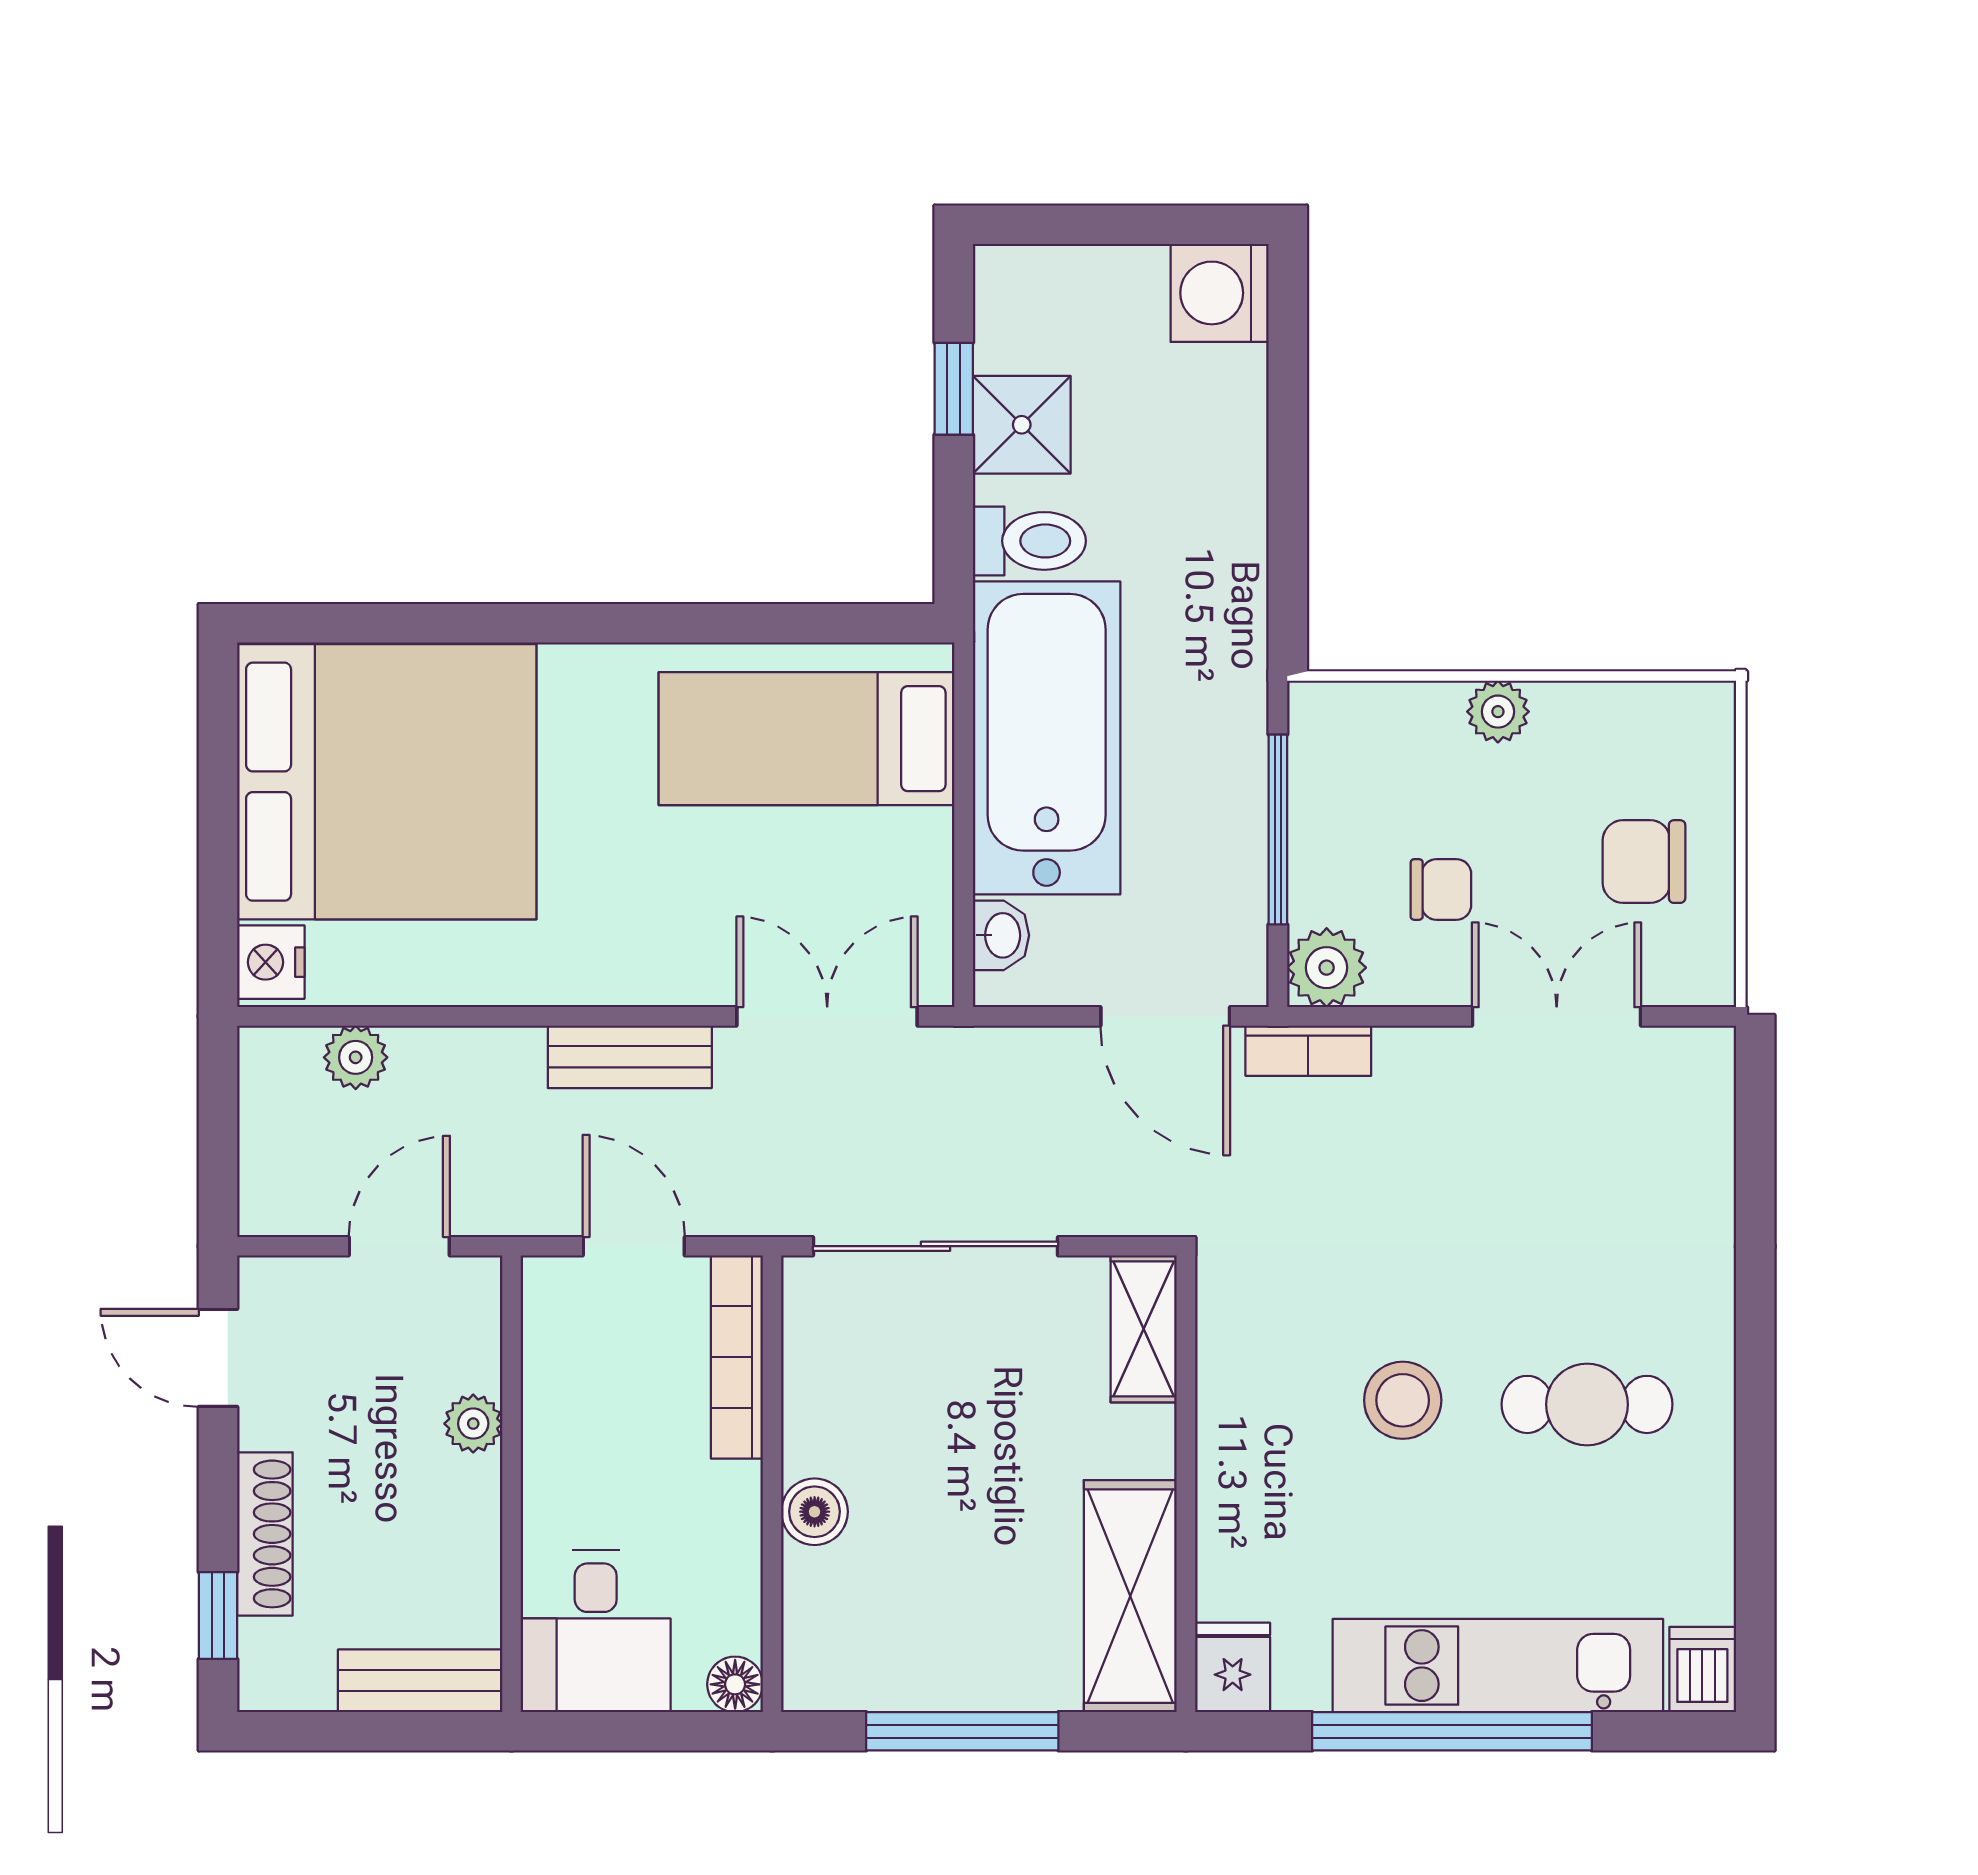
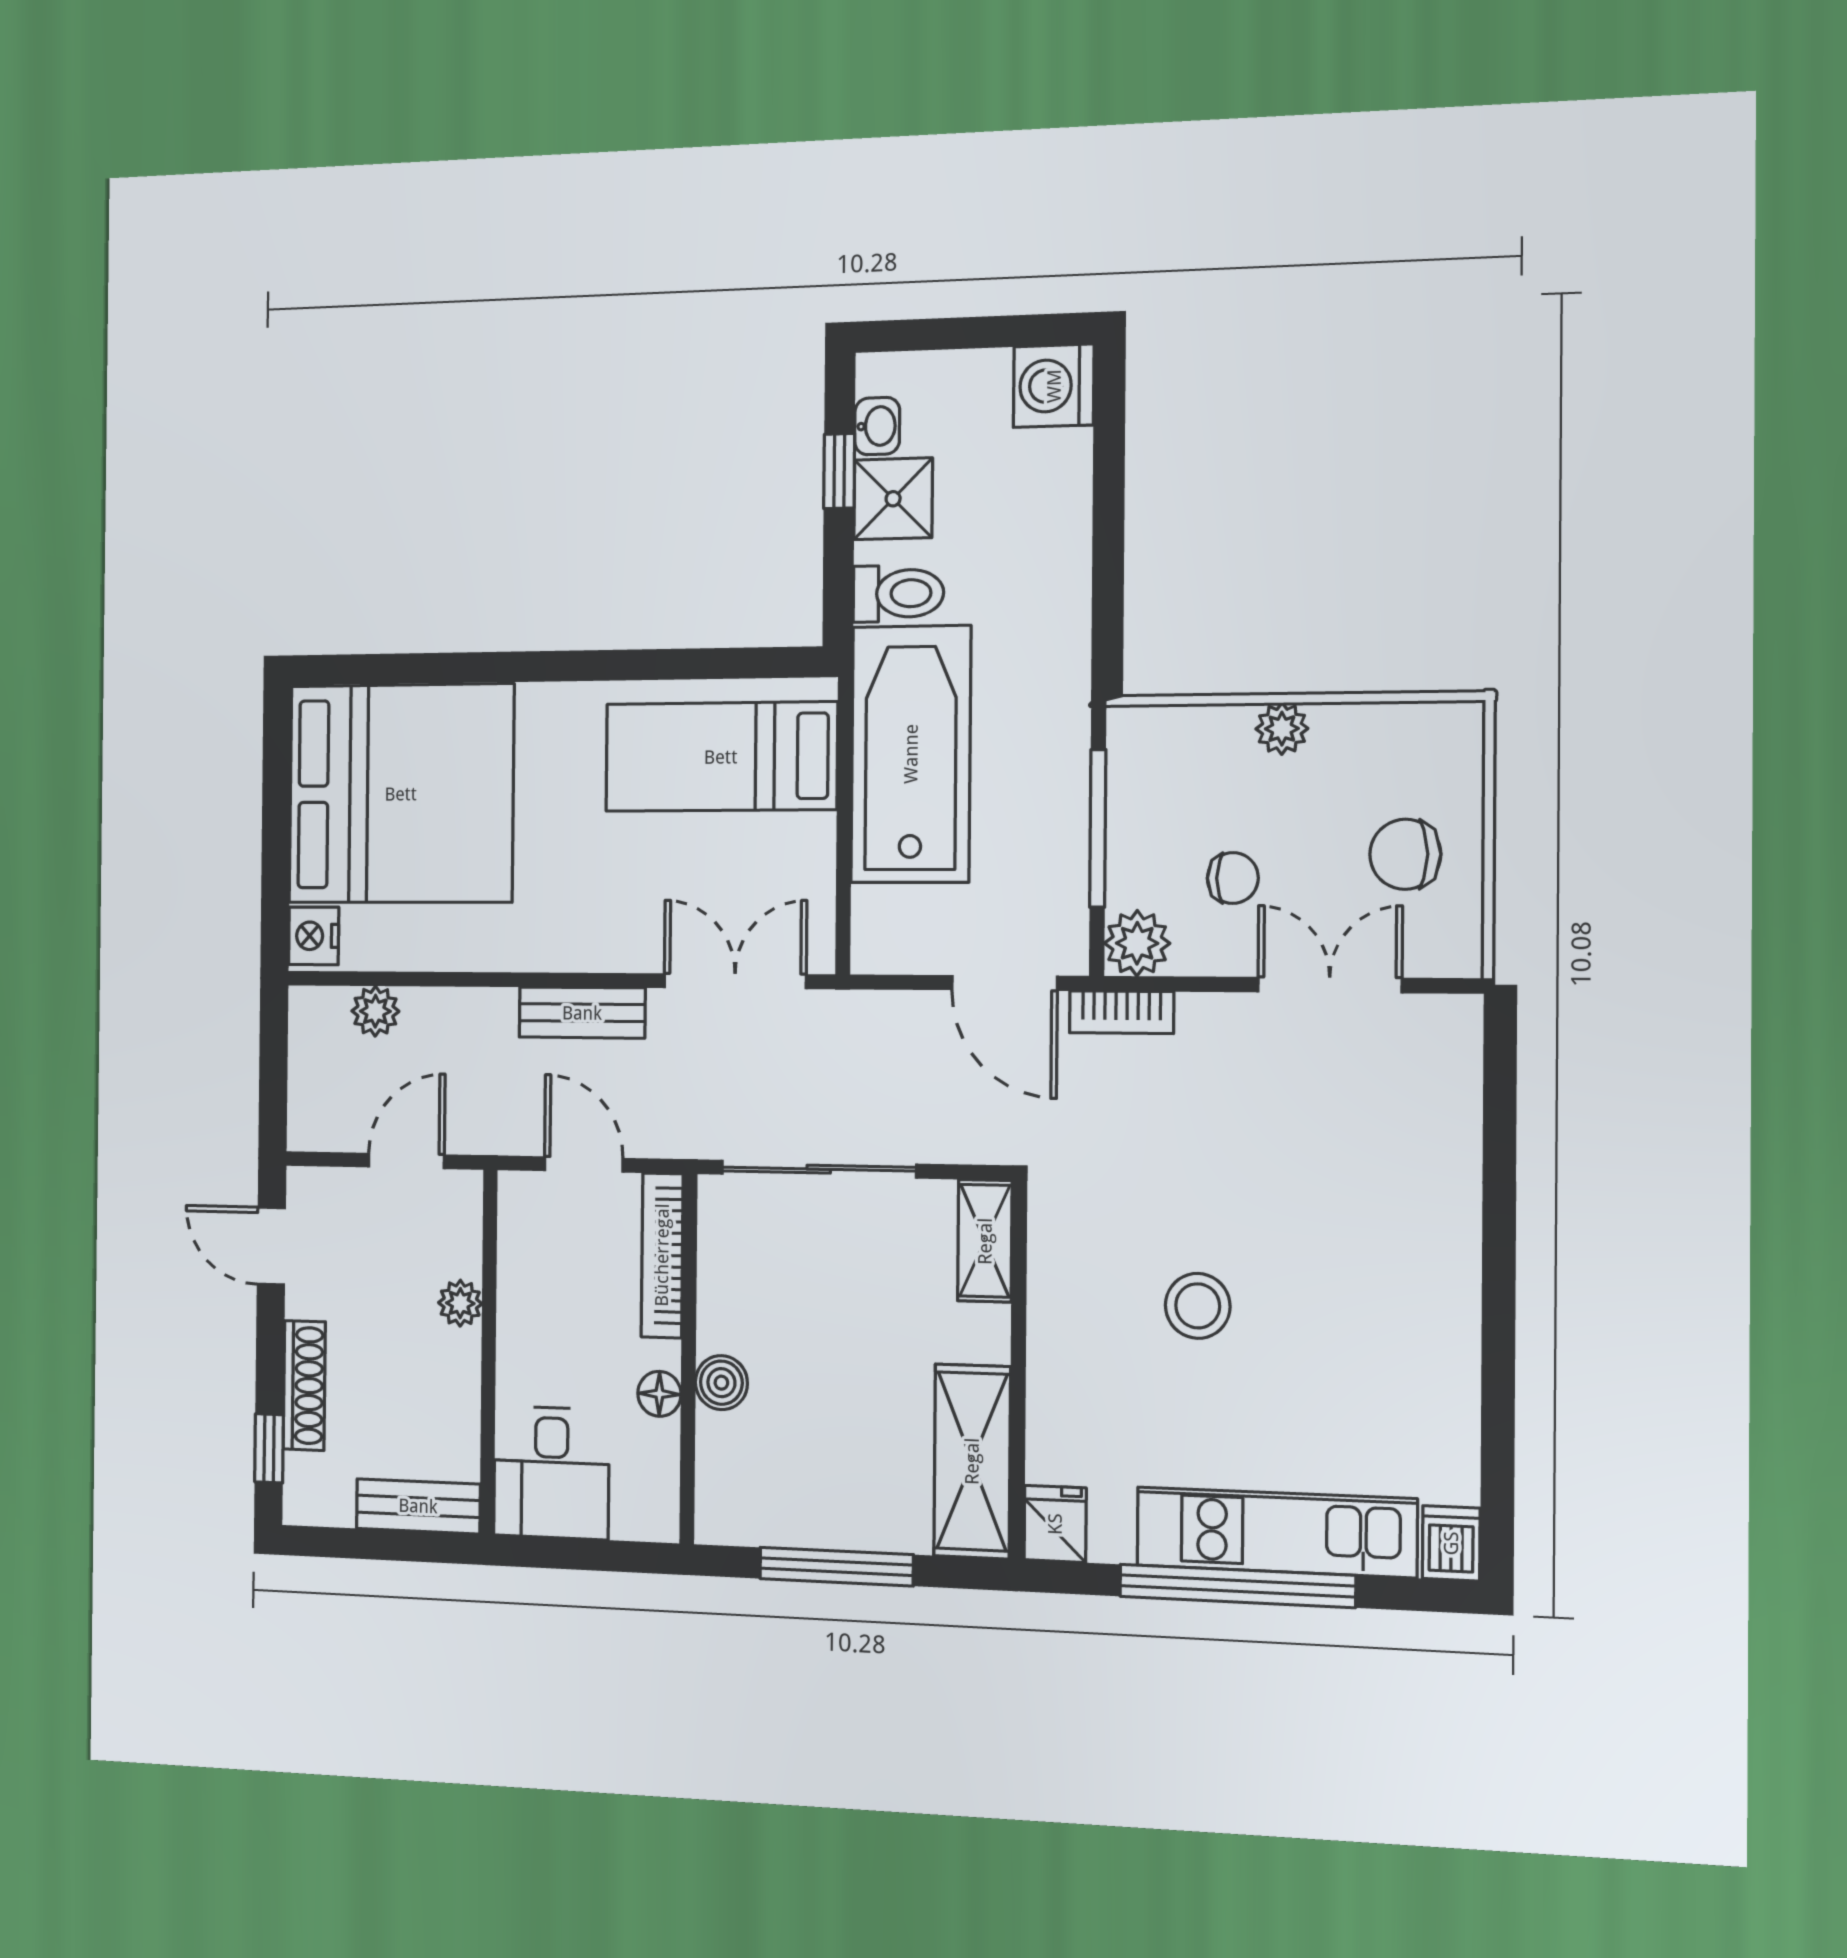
washbasin: (1001, 935) -> (877, 426), moved
cafe table: (1587, 1404) -> (1353, 1314), removed
floor lamp: (735, 1684) -> (659, 1394), moved

